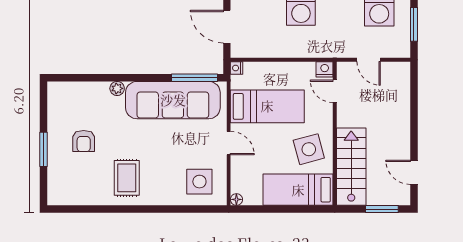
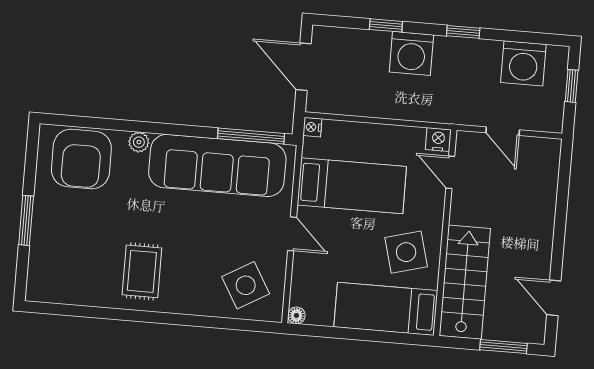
window: (414, 24) -> (572, 86), width x0.67
armchair: (84, 141) -> (81, 159), moved, width x1.88, depth x1.88
side table: (199, 182) -> (246, 285), turned -30

